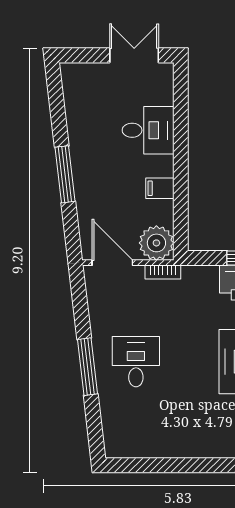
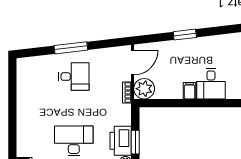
window: (65, 174) -> (185, 35), width x0.69
filing cabinet: (160, 188) -> (190, 91), moved

